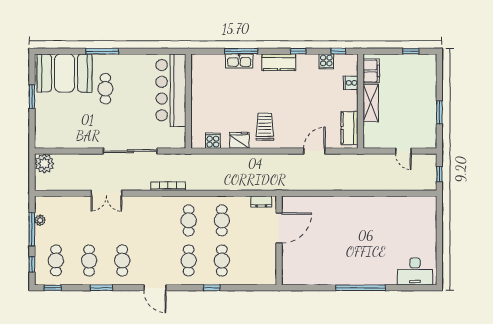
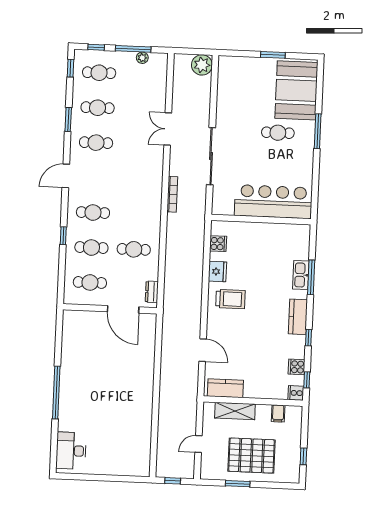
filing cabinet: (371, 71) -> (278, 413), width x0.50
cooker: (351, 83) -> (296, 393), moved, turned -90
pallet: (412, 100) -> (252, 456), added
shelving: (371, 103) -> (235, 411), moved
cafe table: (189, 220) -> (90, 282), moved

